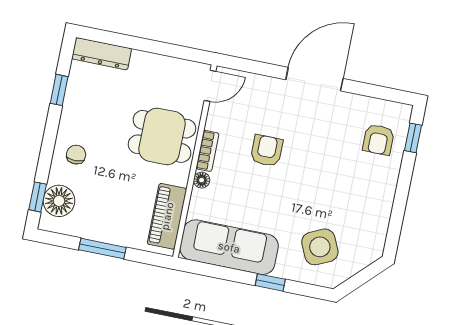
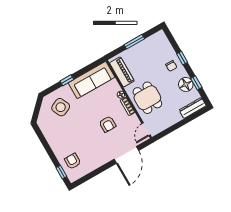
door: (314, 79) -> (126, 155), moved
dining table: (162, 136) -> (147, 98), turned 90
window: (38, 197) -> (182, 58), moved
floor lamp: (59, 201) -> (186, 84), moved

